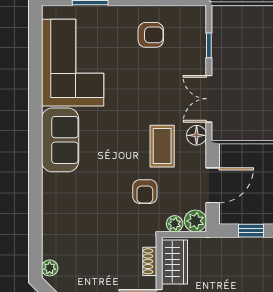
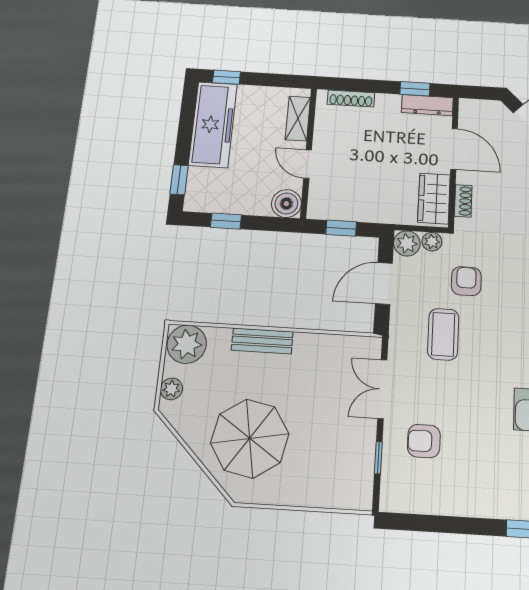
armchair: (151, 35) -> (424, 441), moved
double door: (209, 99) -> (382, 389), swing flipped
floor lamp: (197, 135) -> (400, 345), removed

